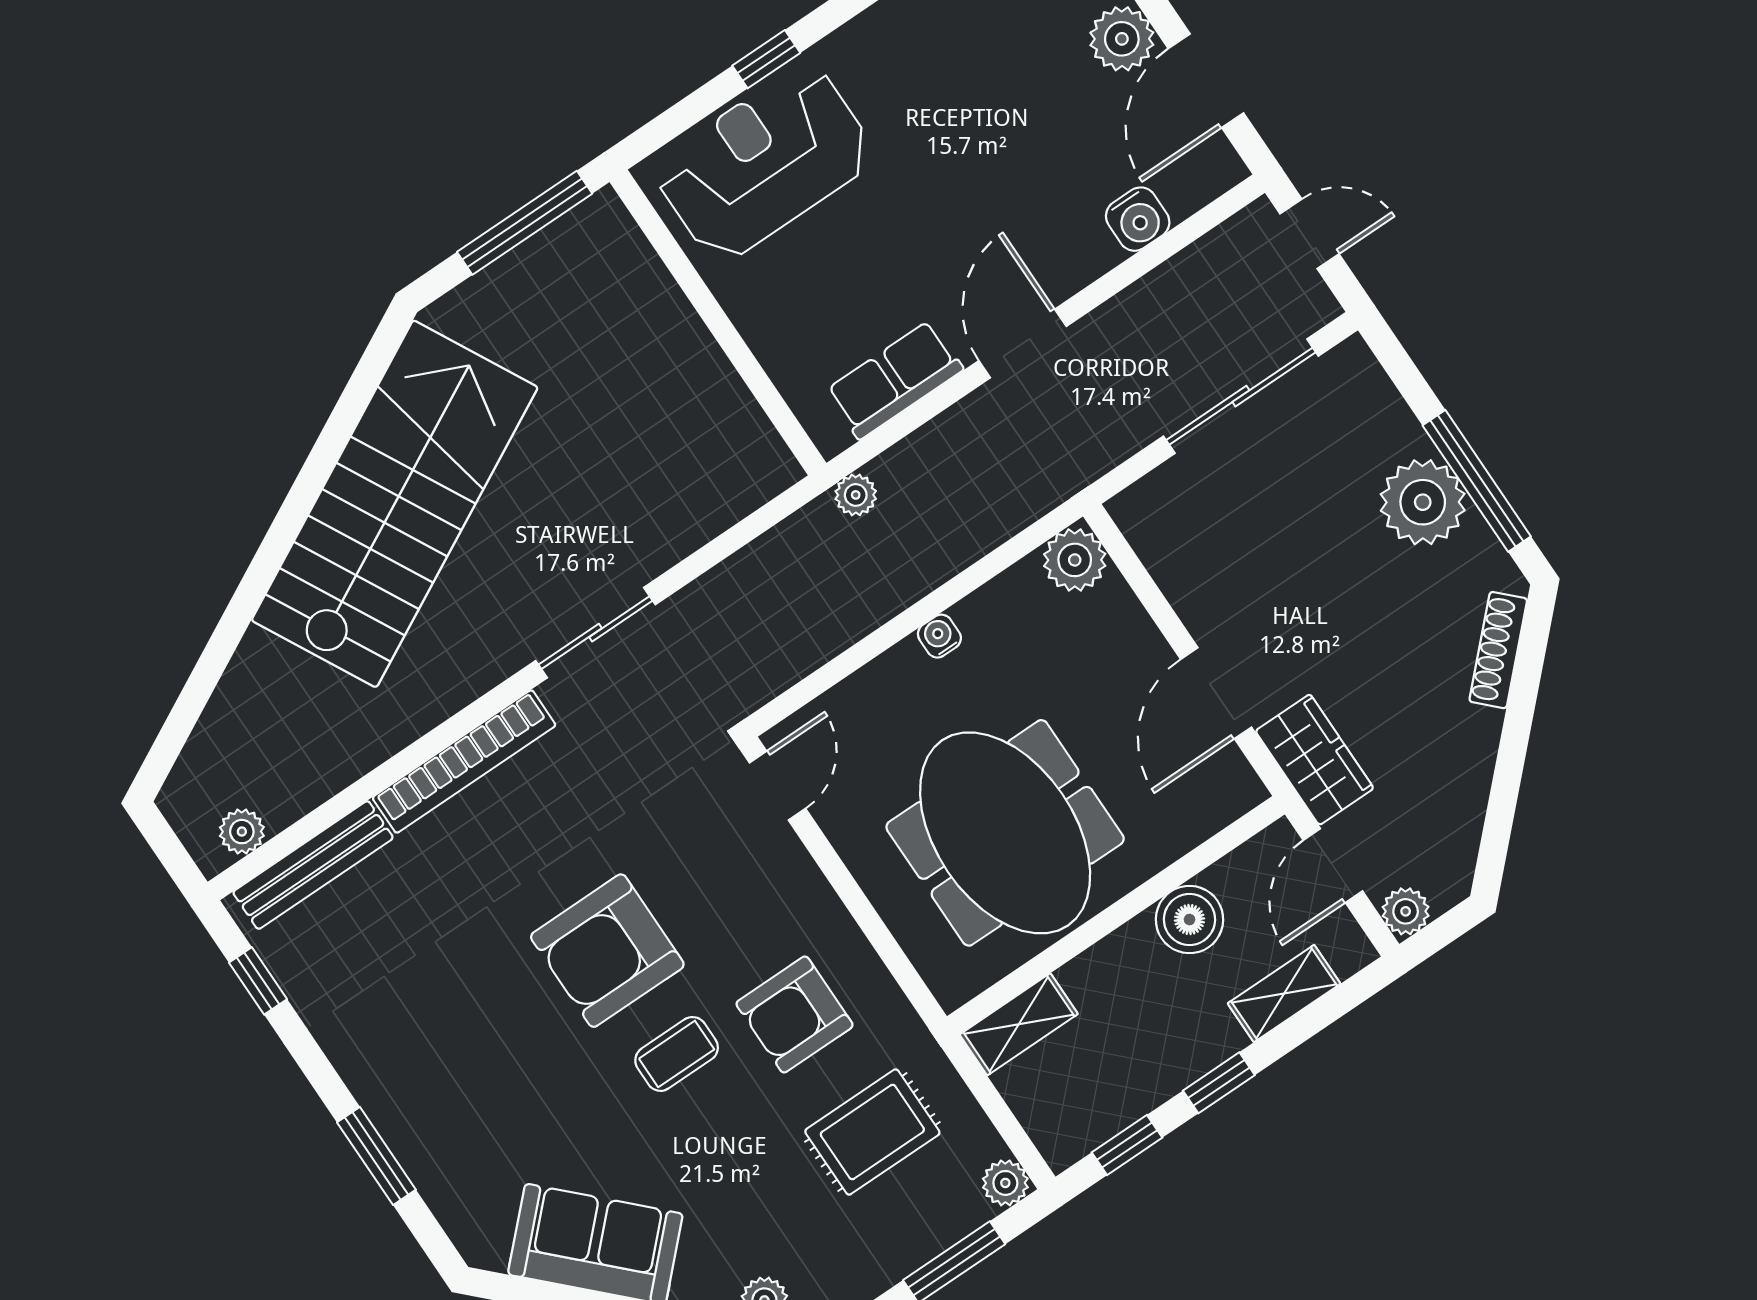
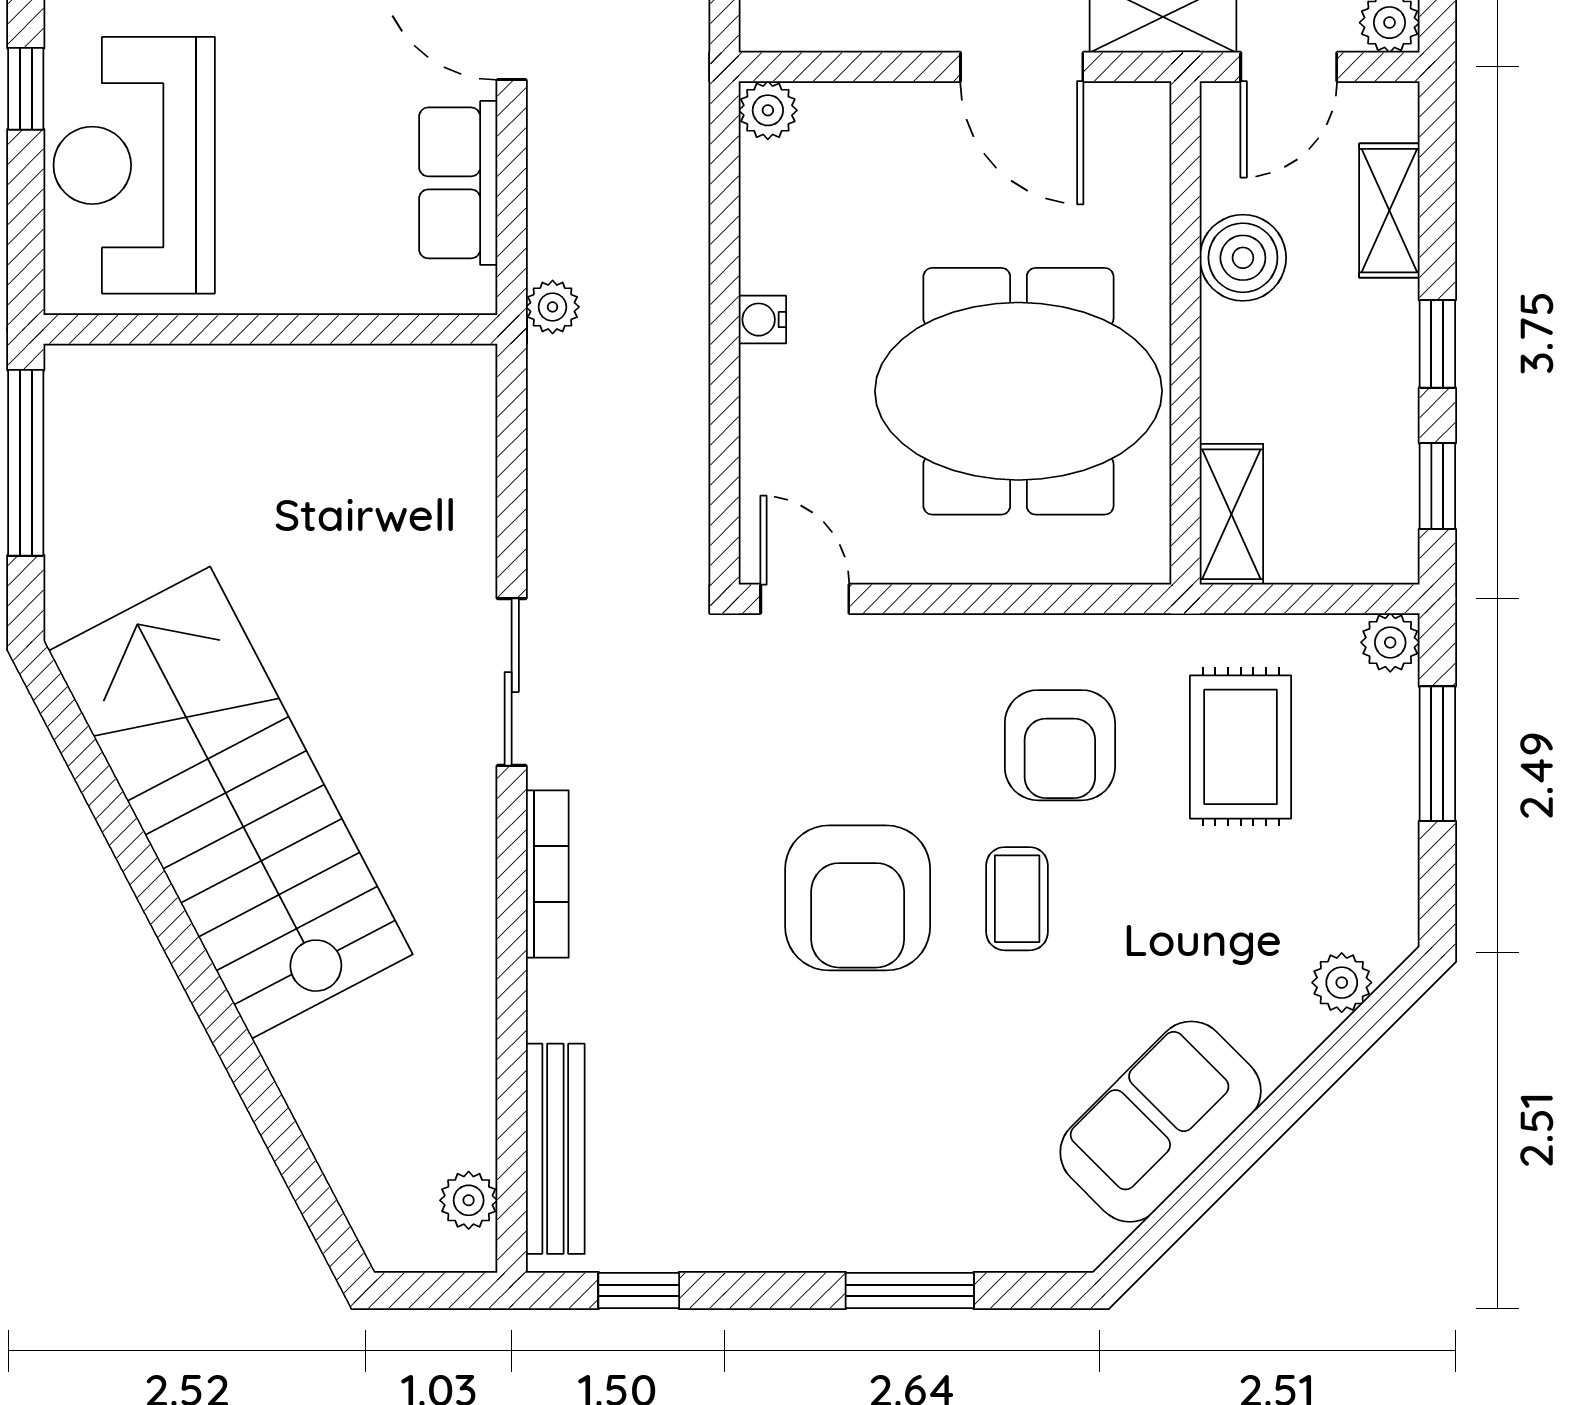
plant: (1075, 560) -> (768, 110), width x0.73, depth x0.73
bookcase: (464, 762) -> (547, 874), width x0.68, depth x0.76
door: (1333, 866) -> (1289, 67), hinge flipped

